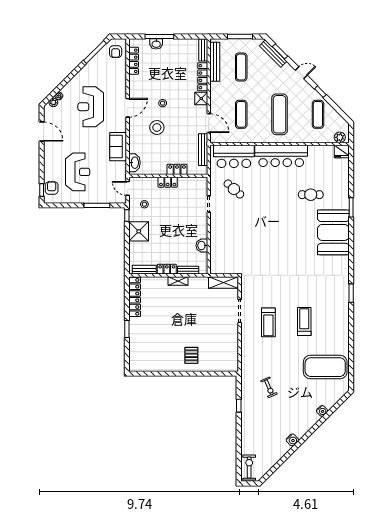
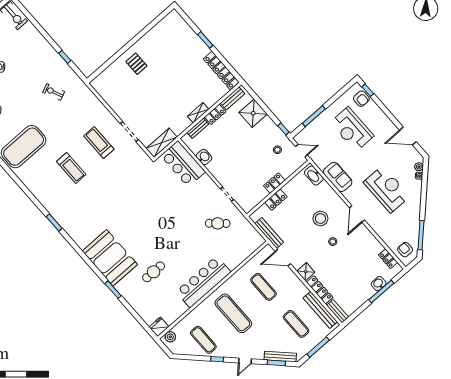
locker: (134, 61) -> (388, 259), width x0.66
bar counter: (234, 156) -> (183, 164), moved, turned -90
shower: (139, 231) -> (253, 113), moved

